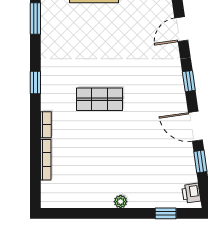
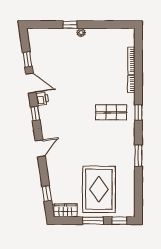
shop shelf: (100, 99) -> (111, 112), moved
printer: (191, 193) -> (42, 99), moved
window: (166, 213) -> (70, 25), moved

